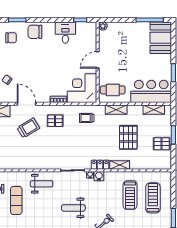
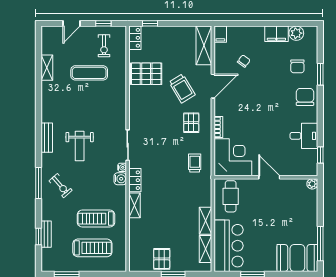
shelving: (116, 110) -> (205, 221), moved
pallet: (128, 137) -> (146, 74), moved
weight bench: (42, 184) -> (110, 105), removed
weight bench: (73, 208) -> (80, 146), turned 180

